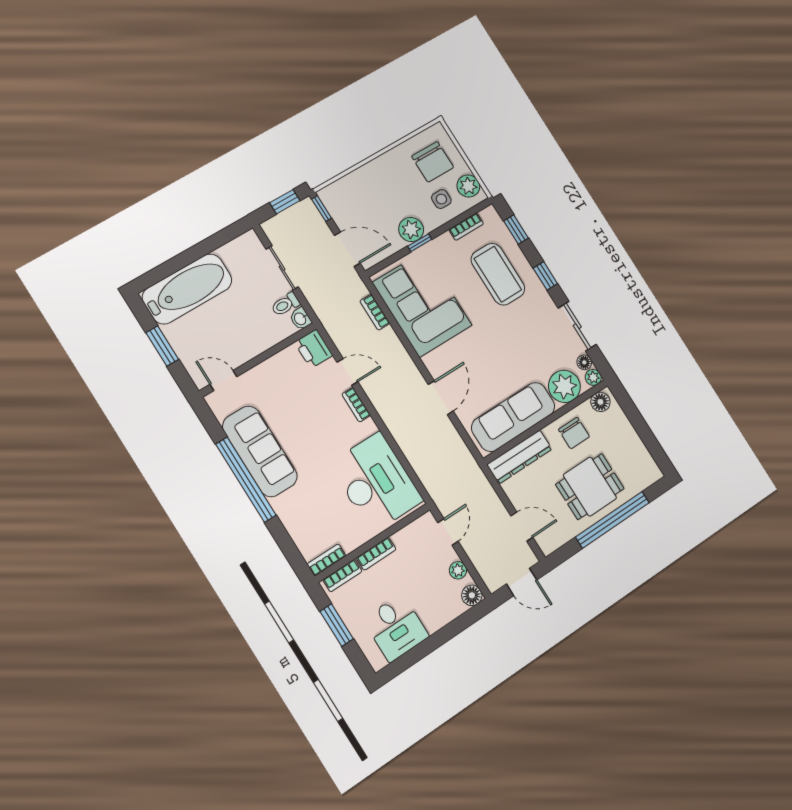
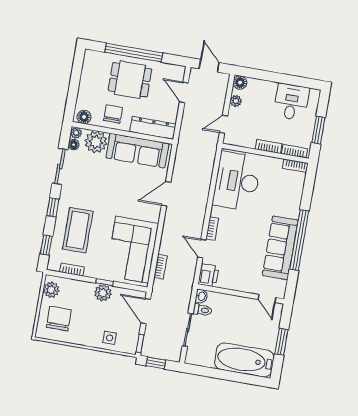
side table: (441, 199) -> (110, 338), moved

